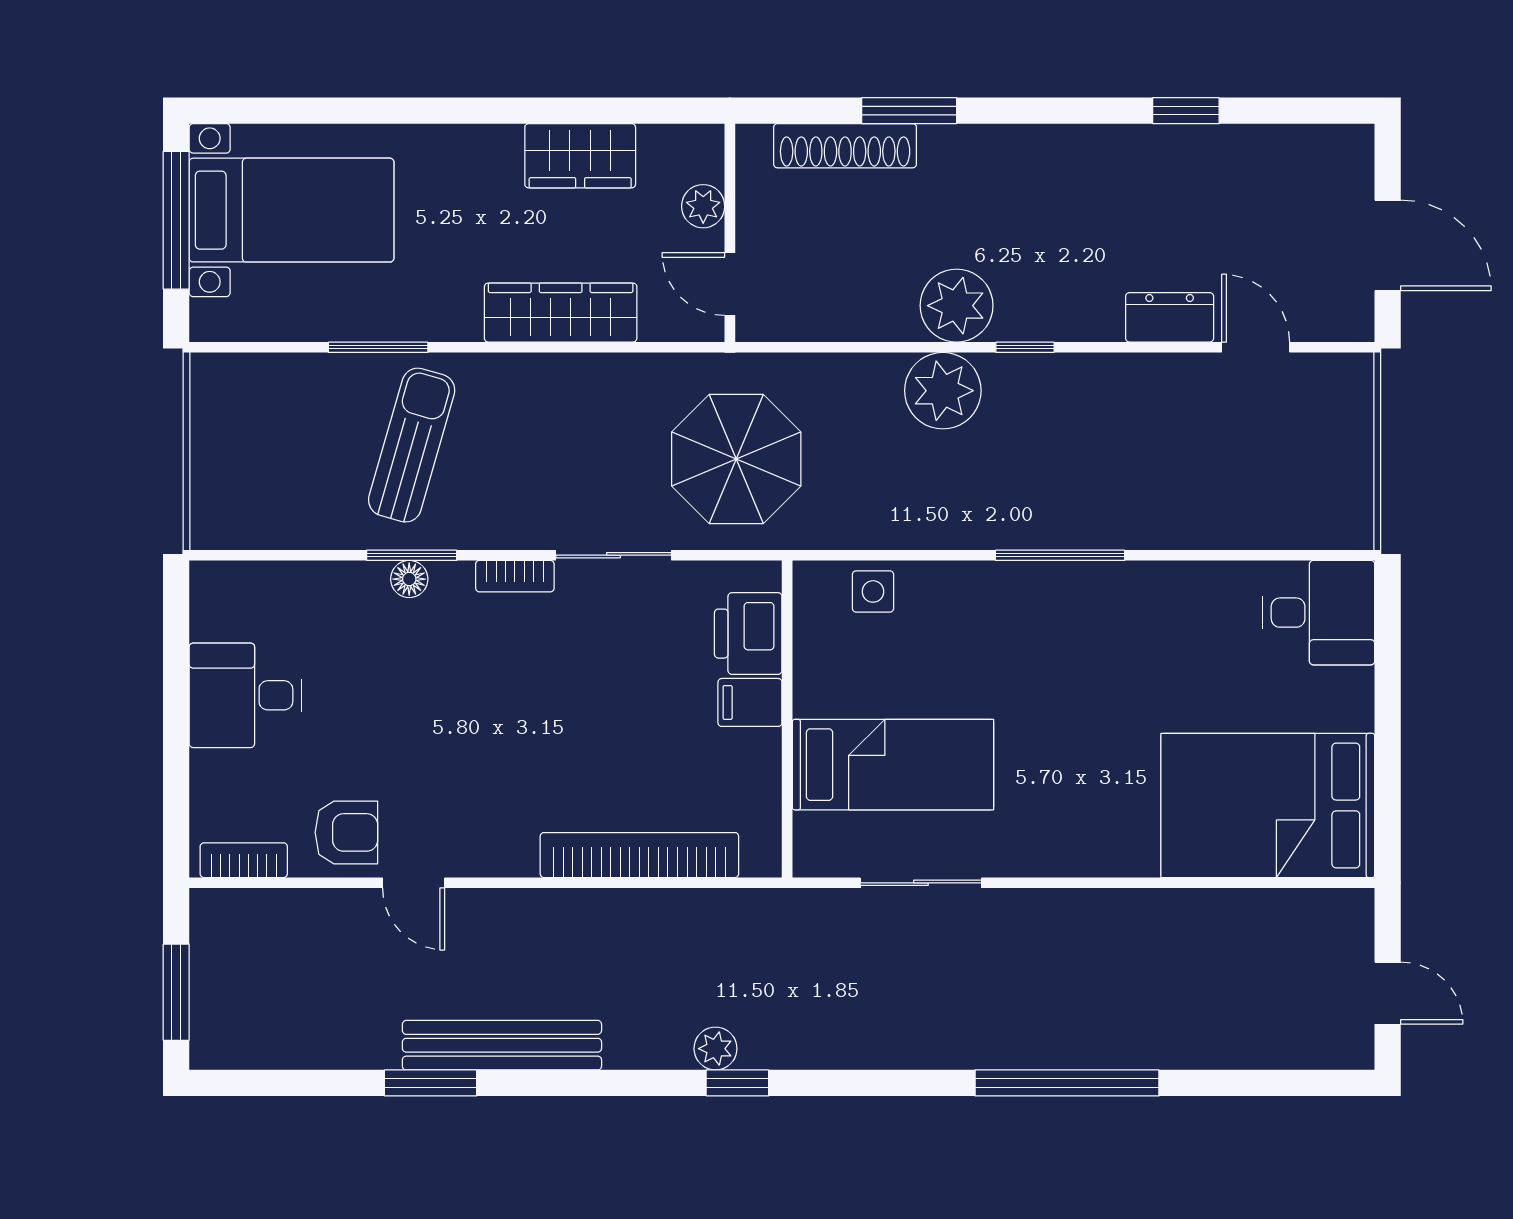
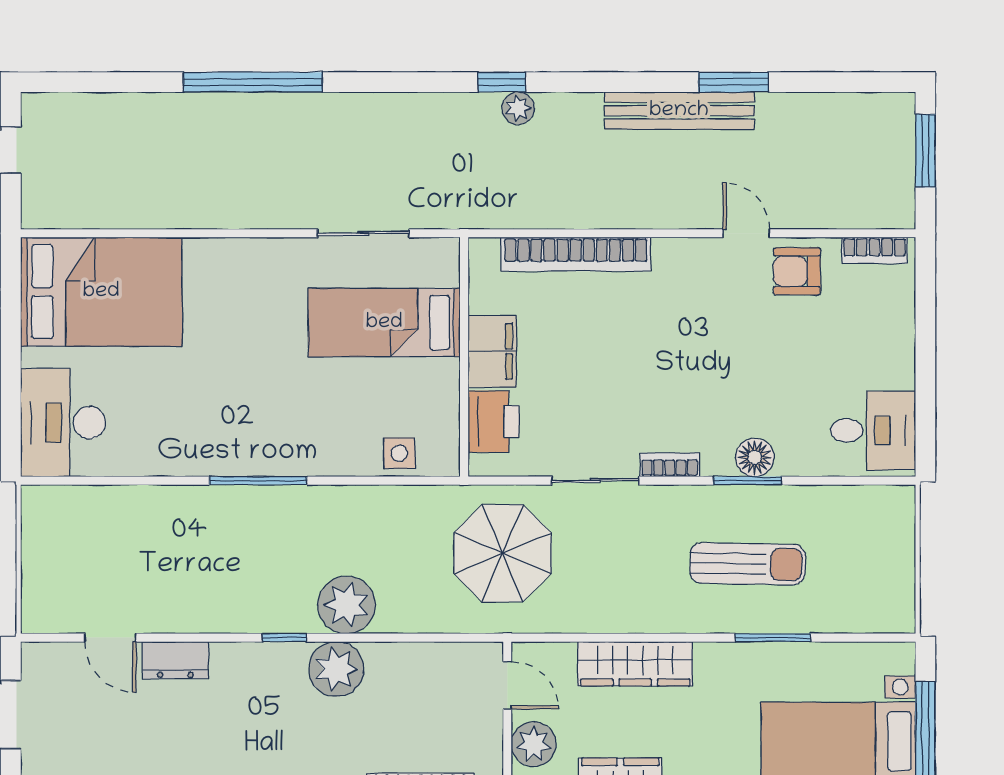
plant: (703, 206) -> (534, 744), width x1.38, depth x1.38
sun lounger: (412, 445) -> (748, 564), turned -105
floor lamp: (409, 579) -> (755, 457), width x1.37, depth x1.37
desk: (1318, 613) -> (63, 423), width x1.37
desk: (245, 695) -> (873, 431), moved
filing cabinet: (750, 702) -> (492, 351), width x2.00

